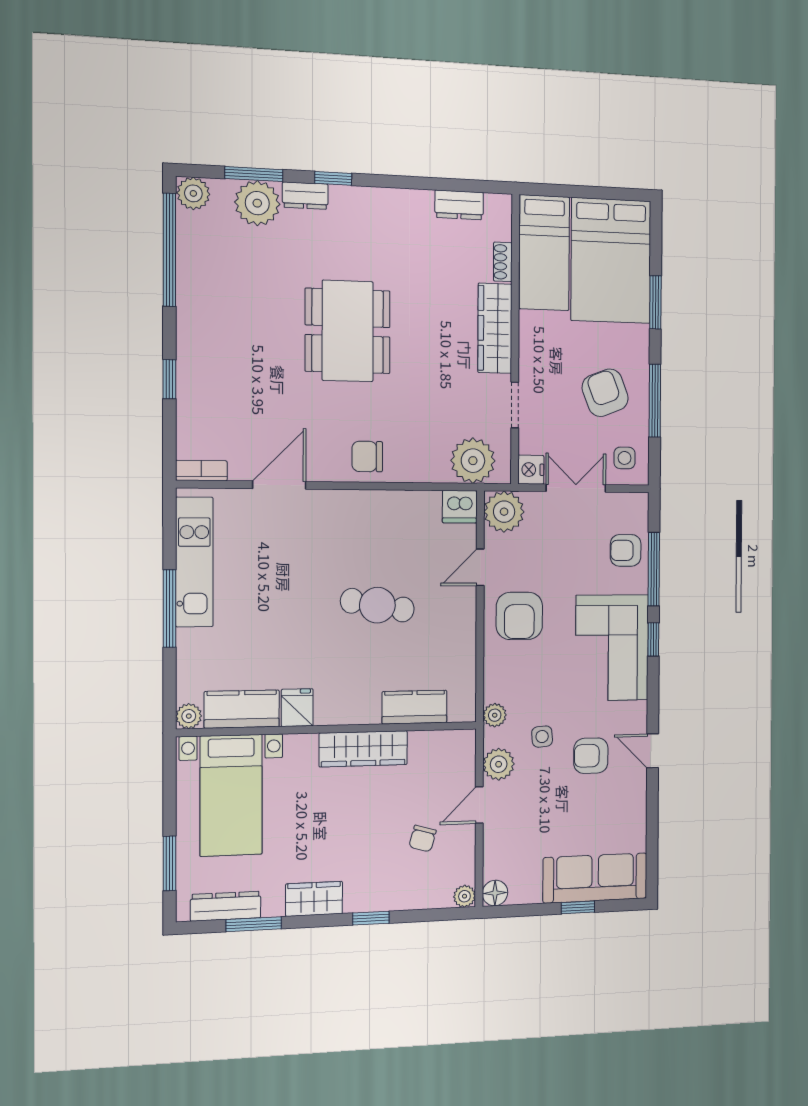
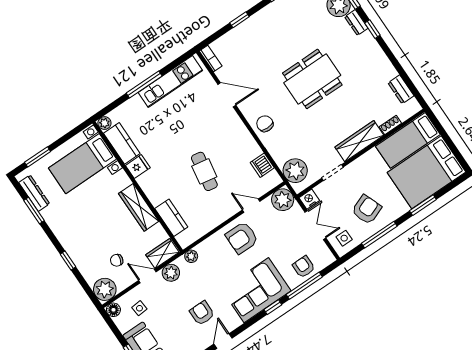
dishwasher: (460, 507) -> (262, 165), moved
side table: (542, 737) -> (139, 308), moved
plant: (465, 896) -> (105, 289), width x1.87, depth x1.87
wardrobe: (314, 899) -> (162, 254), moved, turned -90

